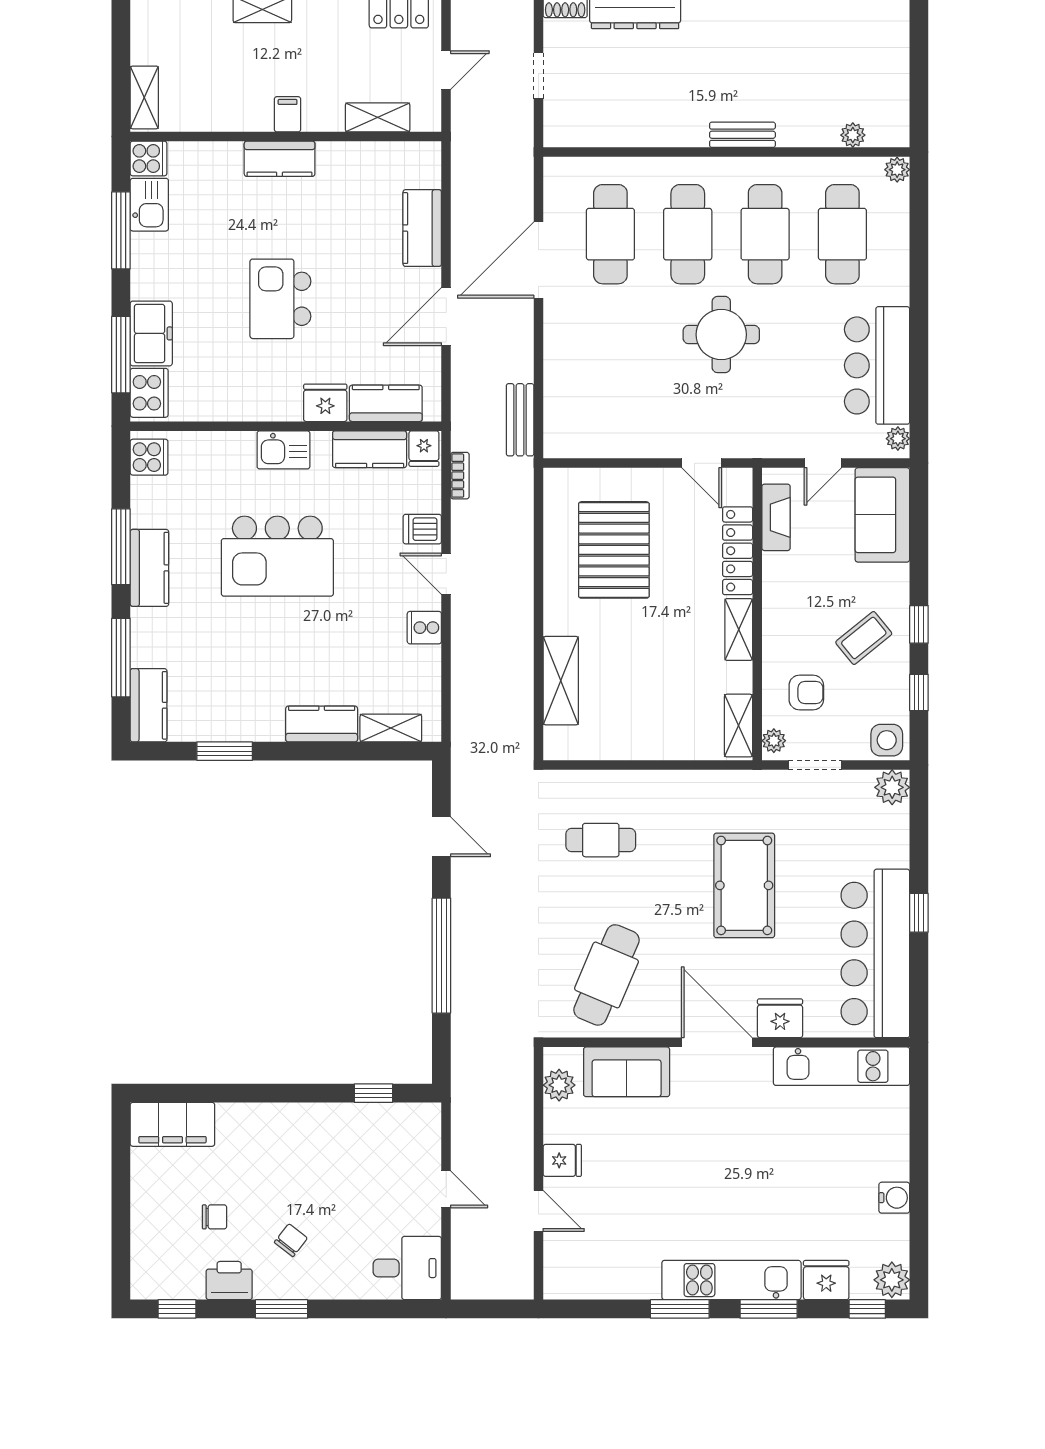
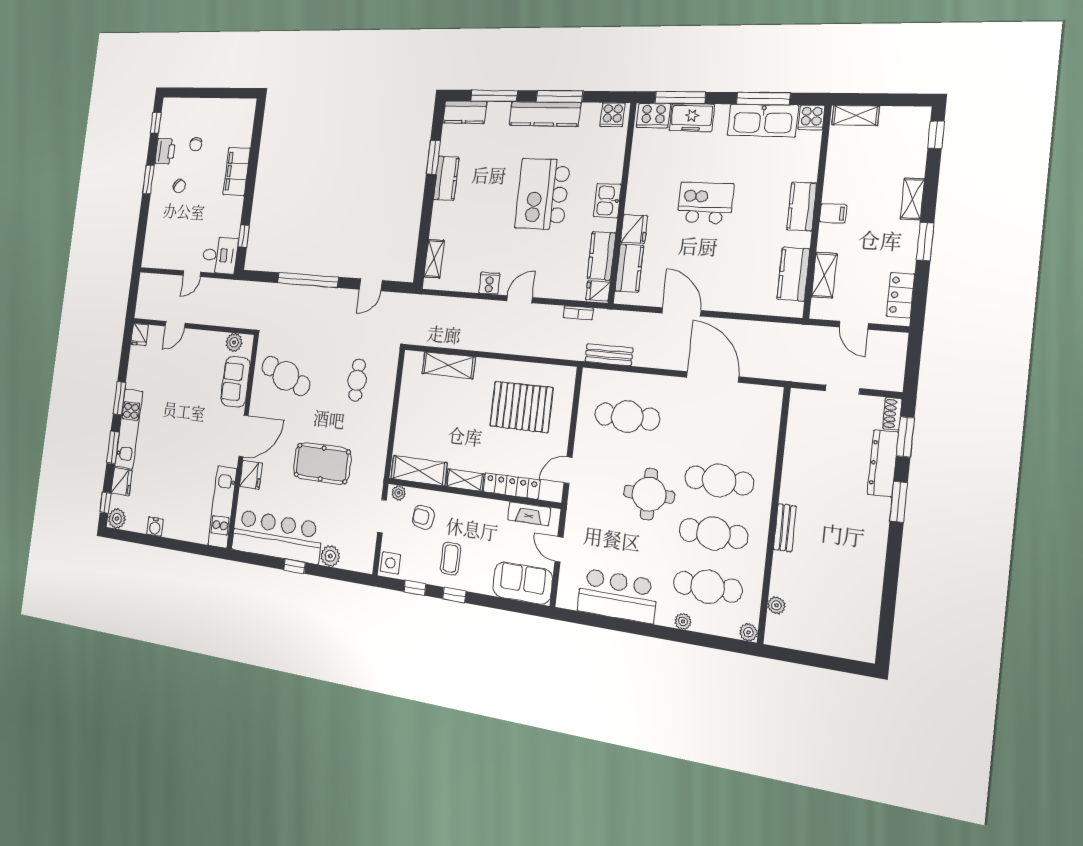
kitchen sink: (149, 205) -> (763, 120), width x1.88, depth x1.24
kitchen counter: (422, 228) -> (793, 274), moved, turned -90
cafe table: (610, 234) -> (627, 417), moved
plant: (898, 439) -> (683, 621), moved
dishwasher: (422, 529) -> (548, 286), removed
kitchen counter: (149, 568) -> (545, 114), width x1.50
coffee table: (864, 638) -> (450, 558), turned 39
armchair: (806, 692) -> (423, 517), turned 96
kitchen counter: (322, 724) -> (446, 178), moved
shelving: (738, 726) -> (419, 471), width x1.50, depth x1.33
plant: (892, 787) -> (330, 556), moved
filing cabinet: (172, 1124) -> (237, 171), moved
fridge: (562, 1160) -> (140, 334), moved
desk: (407, 1268) -> (220, 255), moved, turned -90

